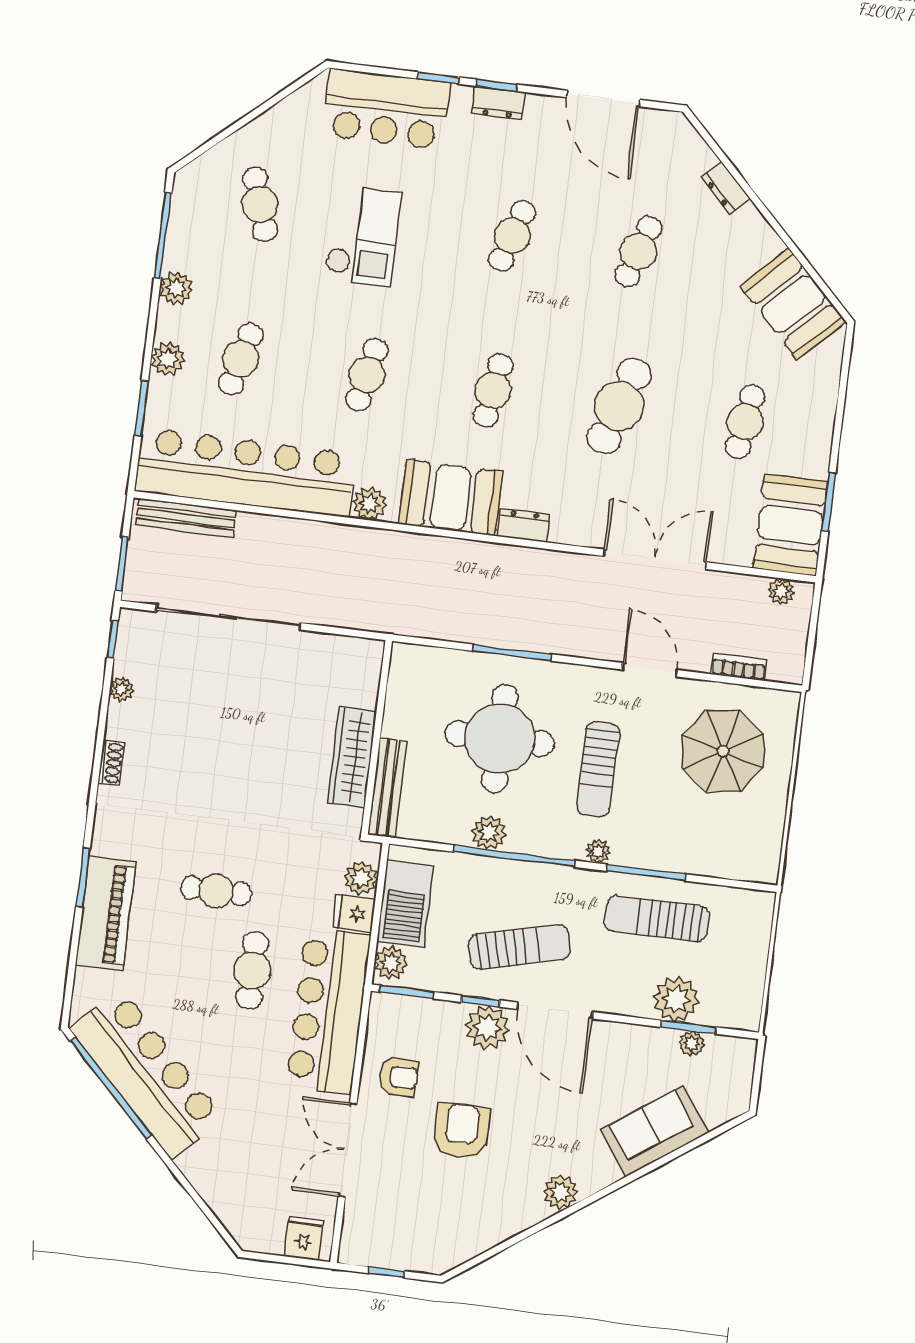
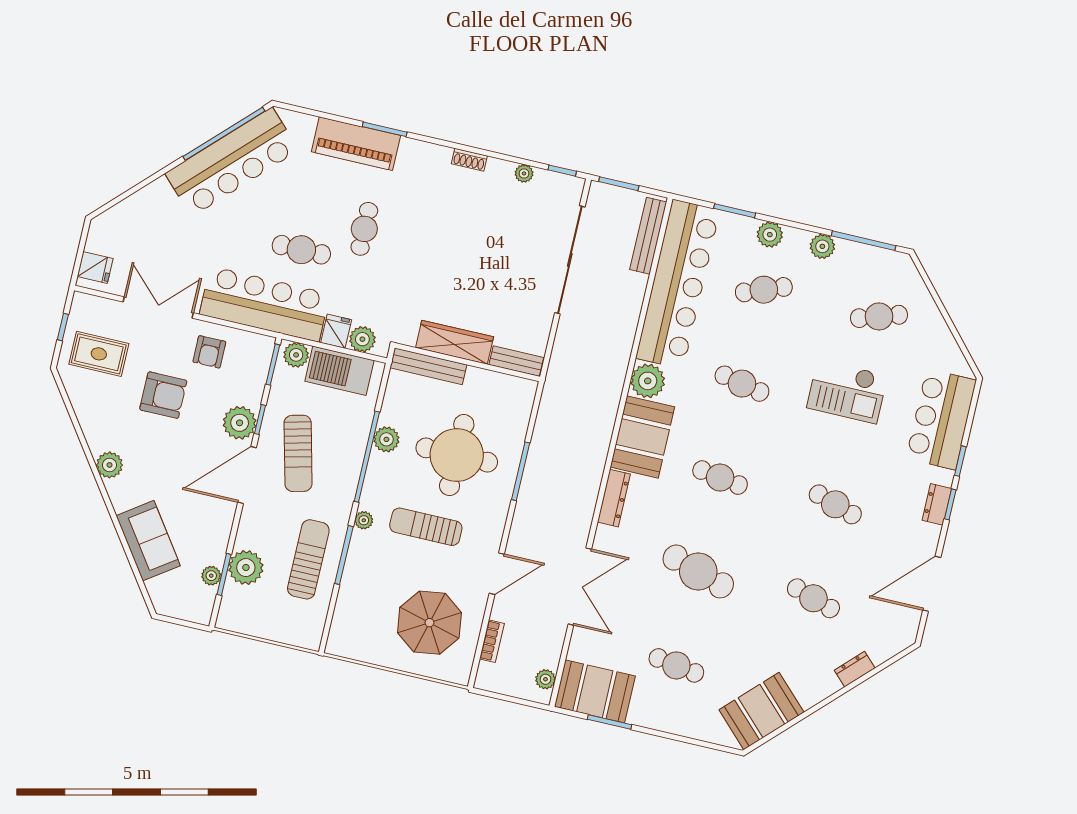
cafe table: (241, 359) -> (764, 290), turned -36
plant: (370, 504) -> (648, 381), width x1.36, depth x1.36
dresser: (524, 525) -> (614, 498), width x1.44
bench: (368, 674) -> (516, 361), added
rug: (417, 1221) -> (99, 354), added

